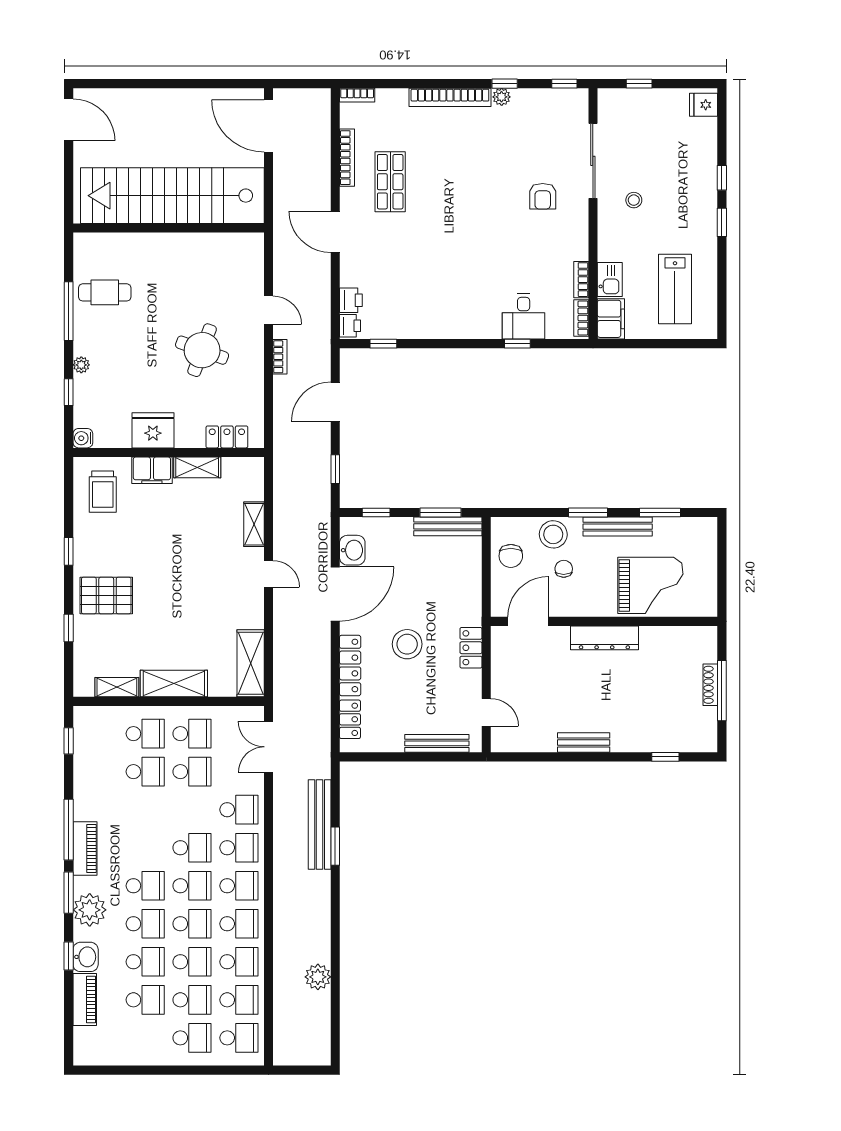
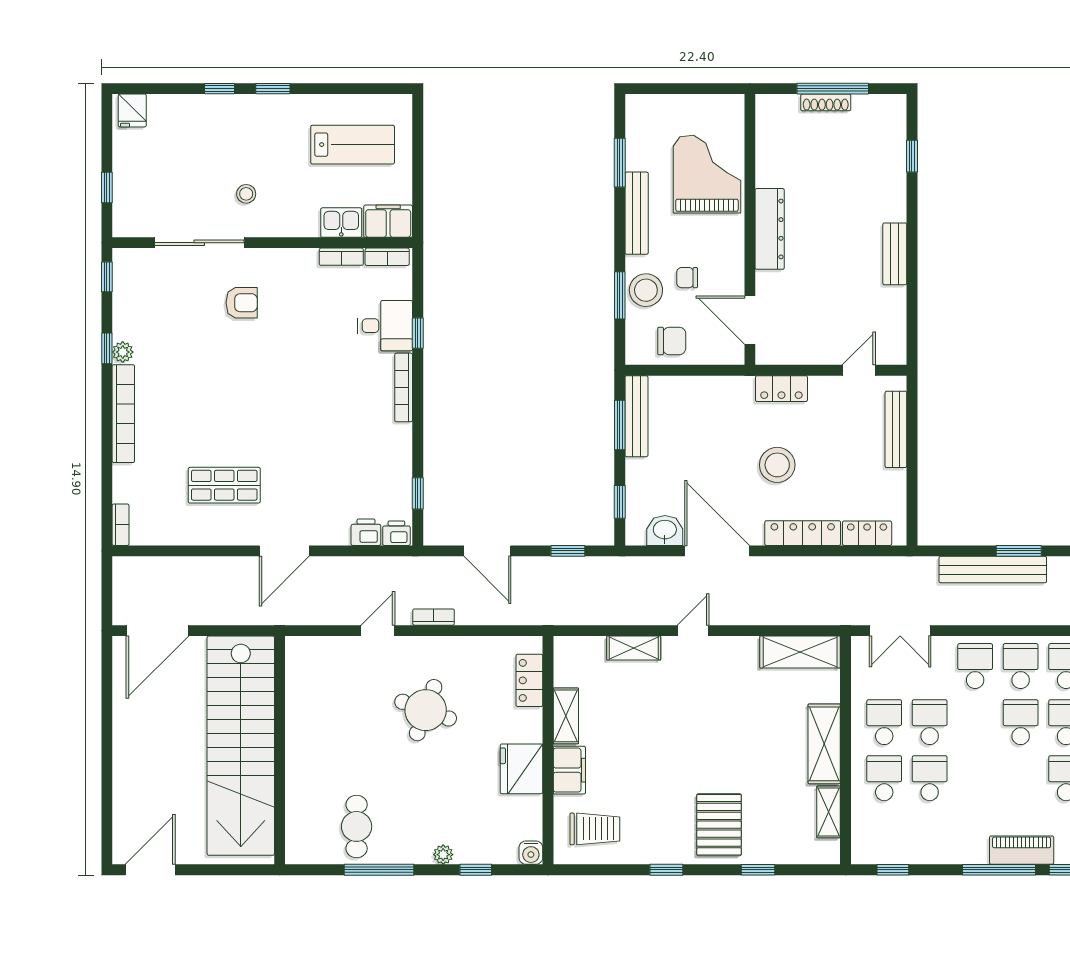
bookcase: (347, 158) -> (404, 387), moved, turned -90
window: (588, 512) -> (620, 295), moved

